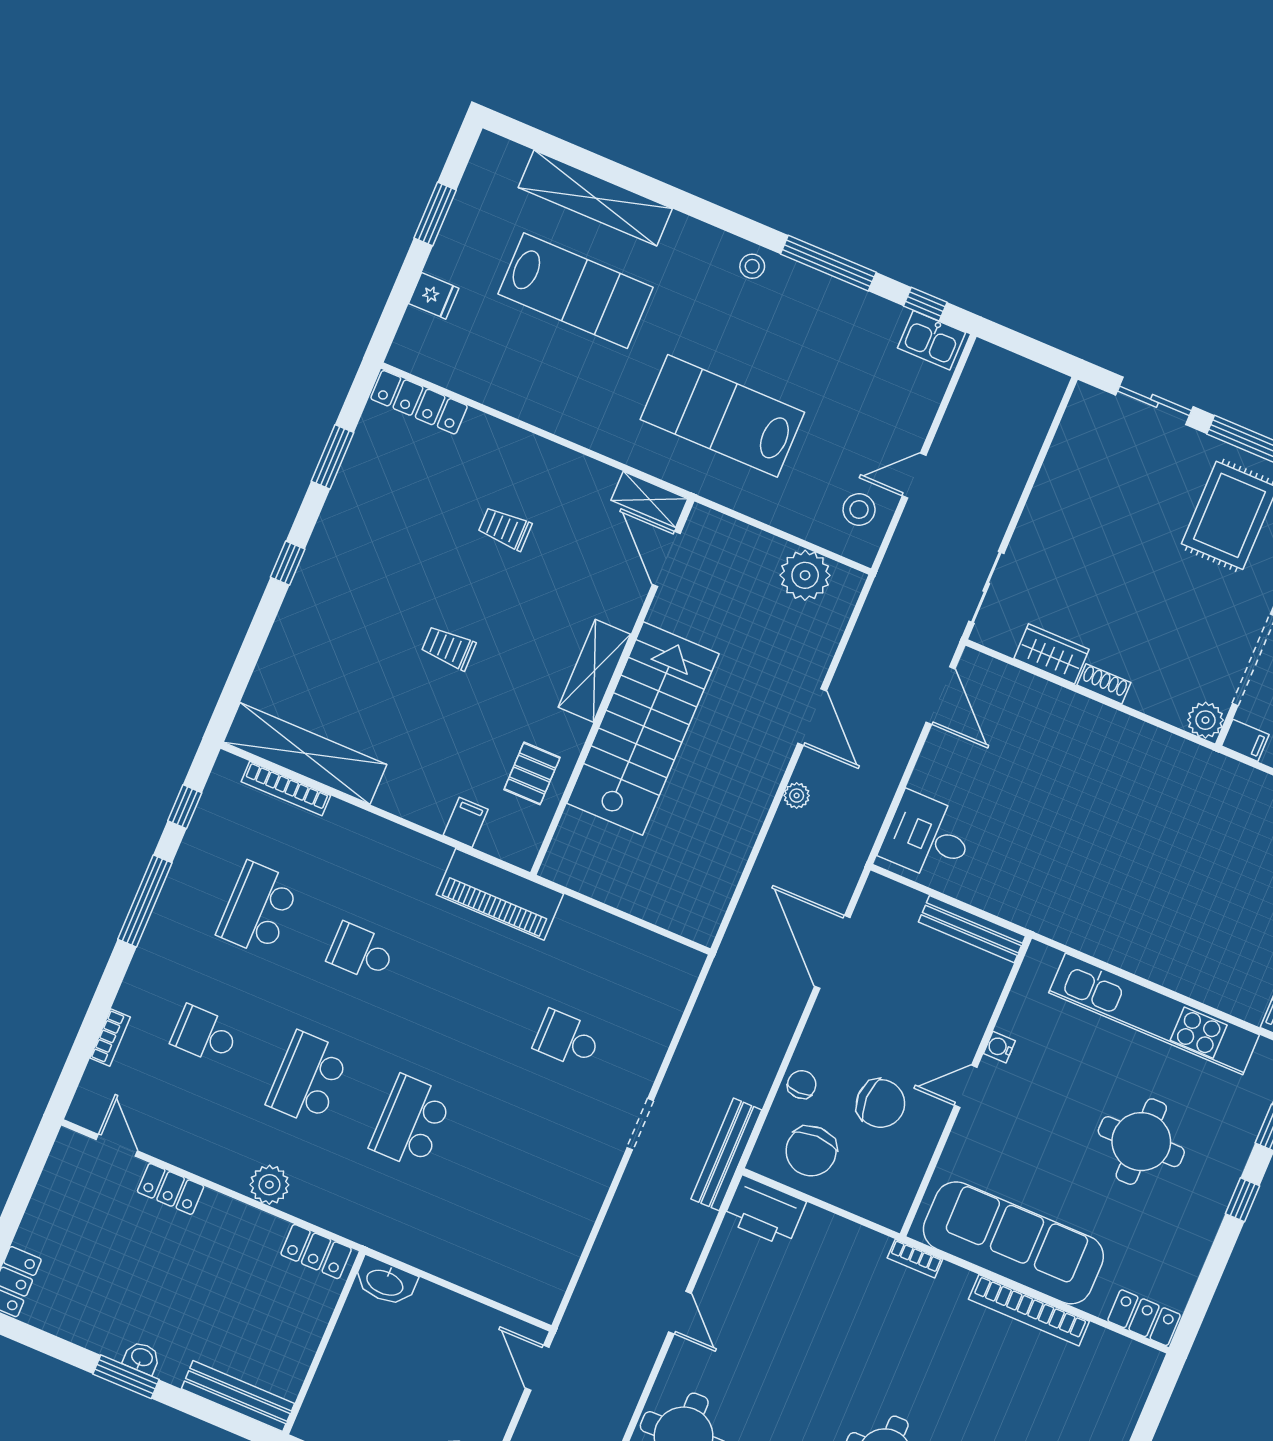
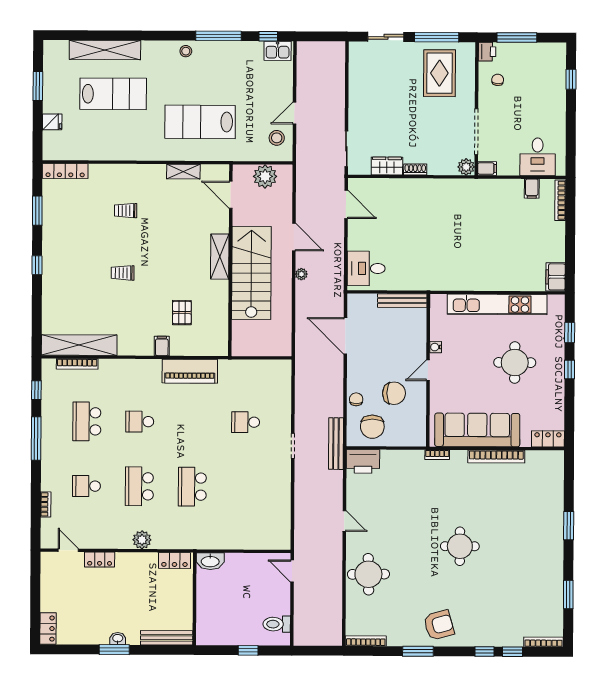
door: (666, 559) -> (231, 195), moved
shelving: (594, 671) -> (220, 257), moved
wall: (612, 687) -> (230, 260), moved
stairs: (643, 728) -> (251, 273), moved

